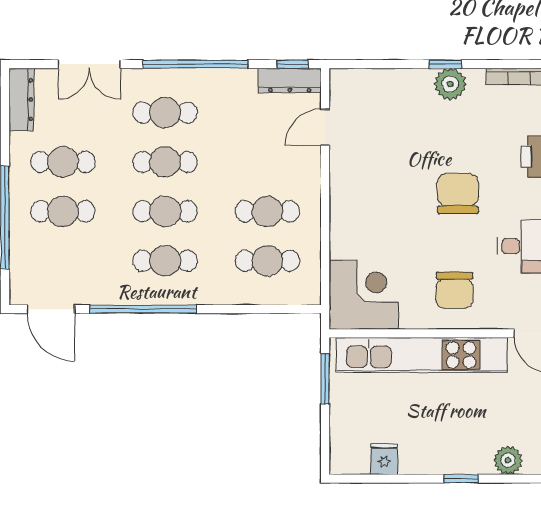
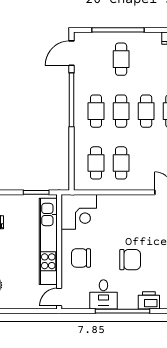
cafe table: (63, 162) -> (146, 59), removed

